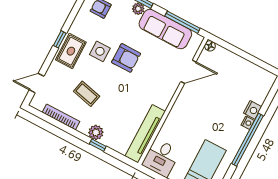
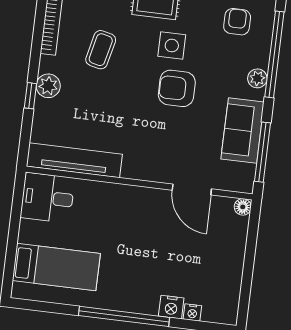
sofa: (165, 29) -> (243, 131), width x0.73
armchair: (126, 58) -> (177, 88), turned 90
nightstand: (248, 123) -> (192, 312), moved

